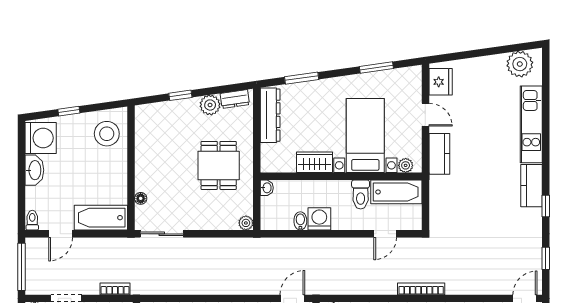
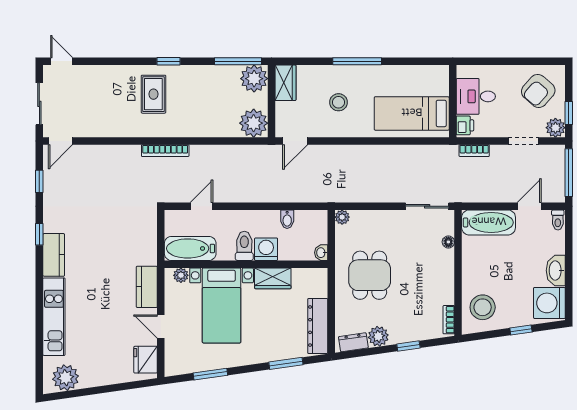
bookcase: (140, 121) -> (449, 320), added
toilet: (361, 194) -> (244, 246), moved
washing machine: (319, 219) -> (266, 249), moved, turned 180

